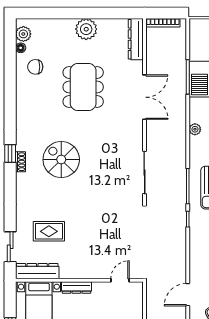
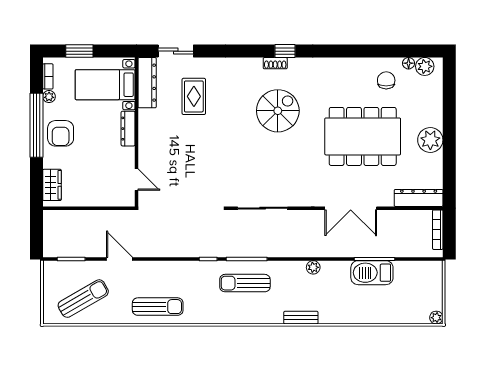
dining table: (83, 87) -> (363, 136), width x1.36, depth x1.24

